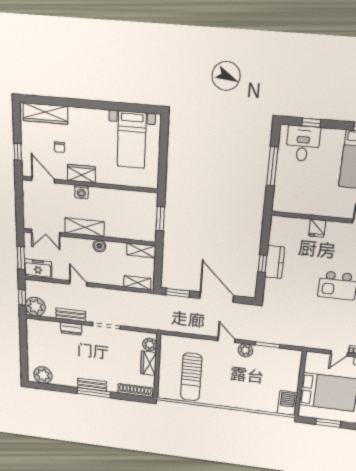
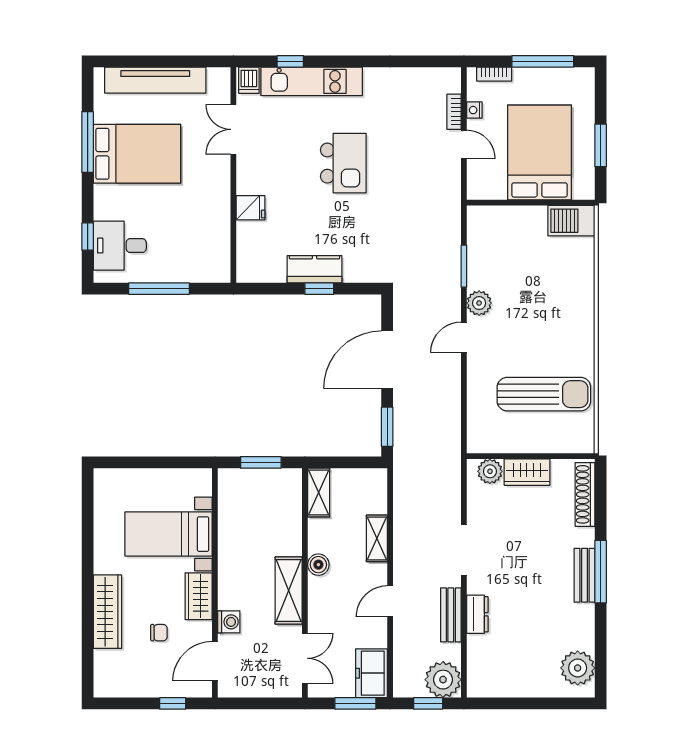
wardrobe: (45, 113) -> (108, 612), moved
bed with nightstands: (132, 140) -> (169, 534), moved, turned 180
washing machine: (81, 192) -> (229, 622), moved
shelving: (137, 283) -> (377, 538), moved

